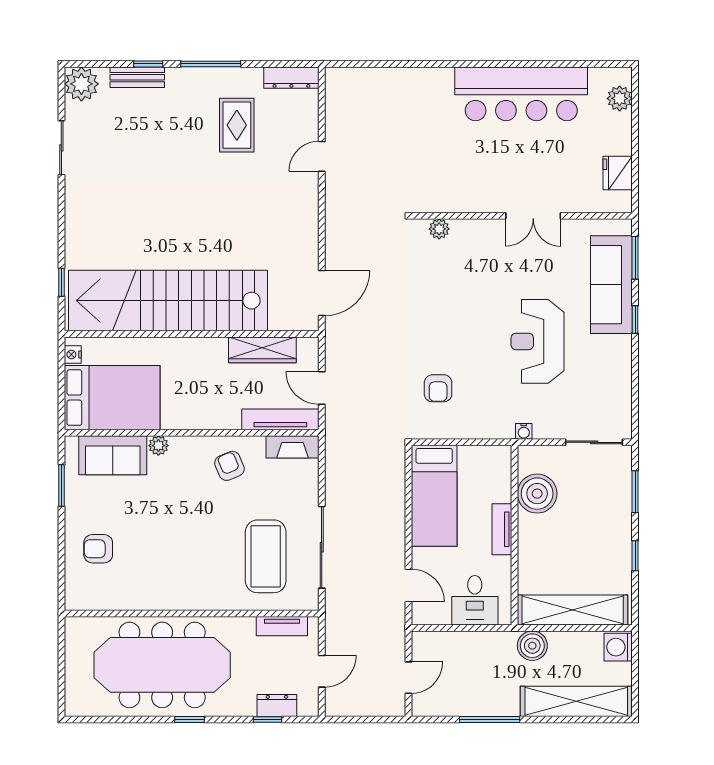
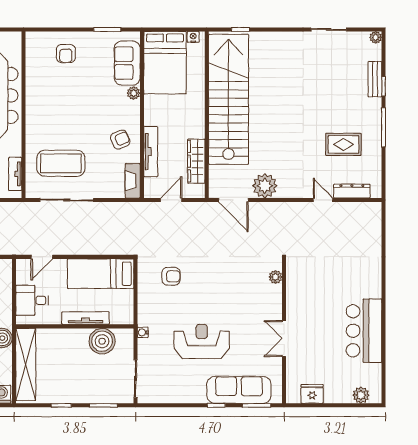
dresser: (291, 78) -> (352, 191), moved, turned 90
plant: (81, 84) -> (376, 37), width x0.53, depth x0.53
bar counter: (521, 94) -> (364, 331), width x0.73
plant: (300, 245) -> (265, 186), added
armchair: (438, 388) -> (171, 276), turned 180
tv unit: (280, 419) -> (151, 152), moved
tv unit: (502, 529) -> (86, 318), width x1.41
armchair: (98, 549) -> (66, 54), turned 180

